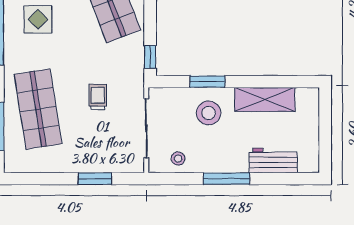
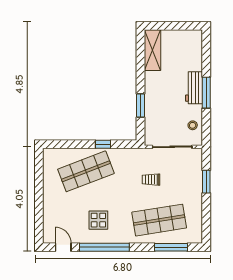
window: (150, 57) -> (103, 144), moved
shelving: (265, 99) -> (153, 50), moved
stool: (209, 113) -> (162, 105), removed
workbench: (273, 161) -> (194, 88), moved

